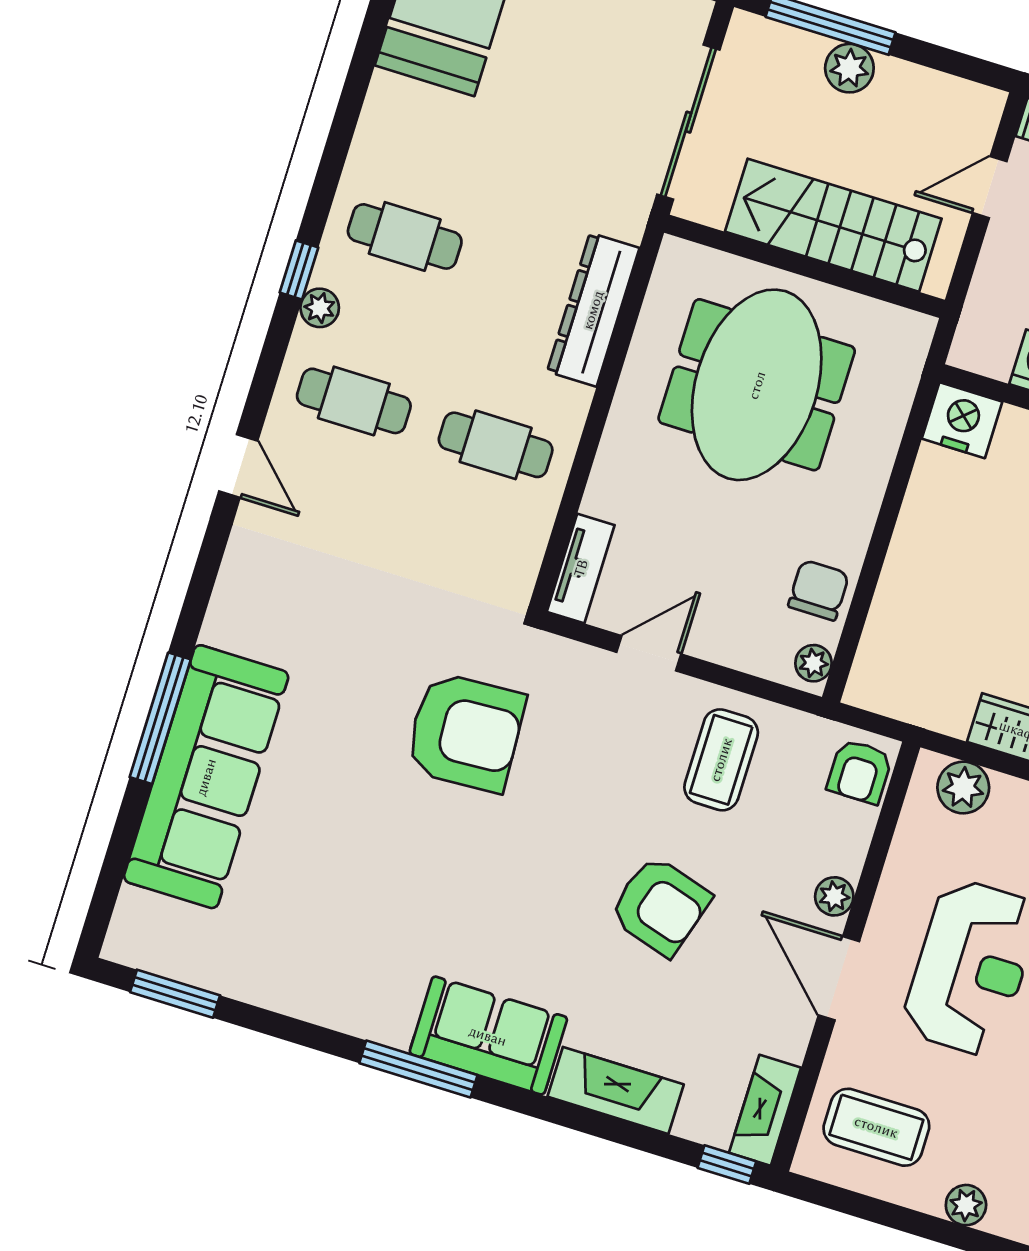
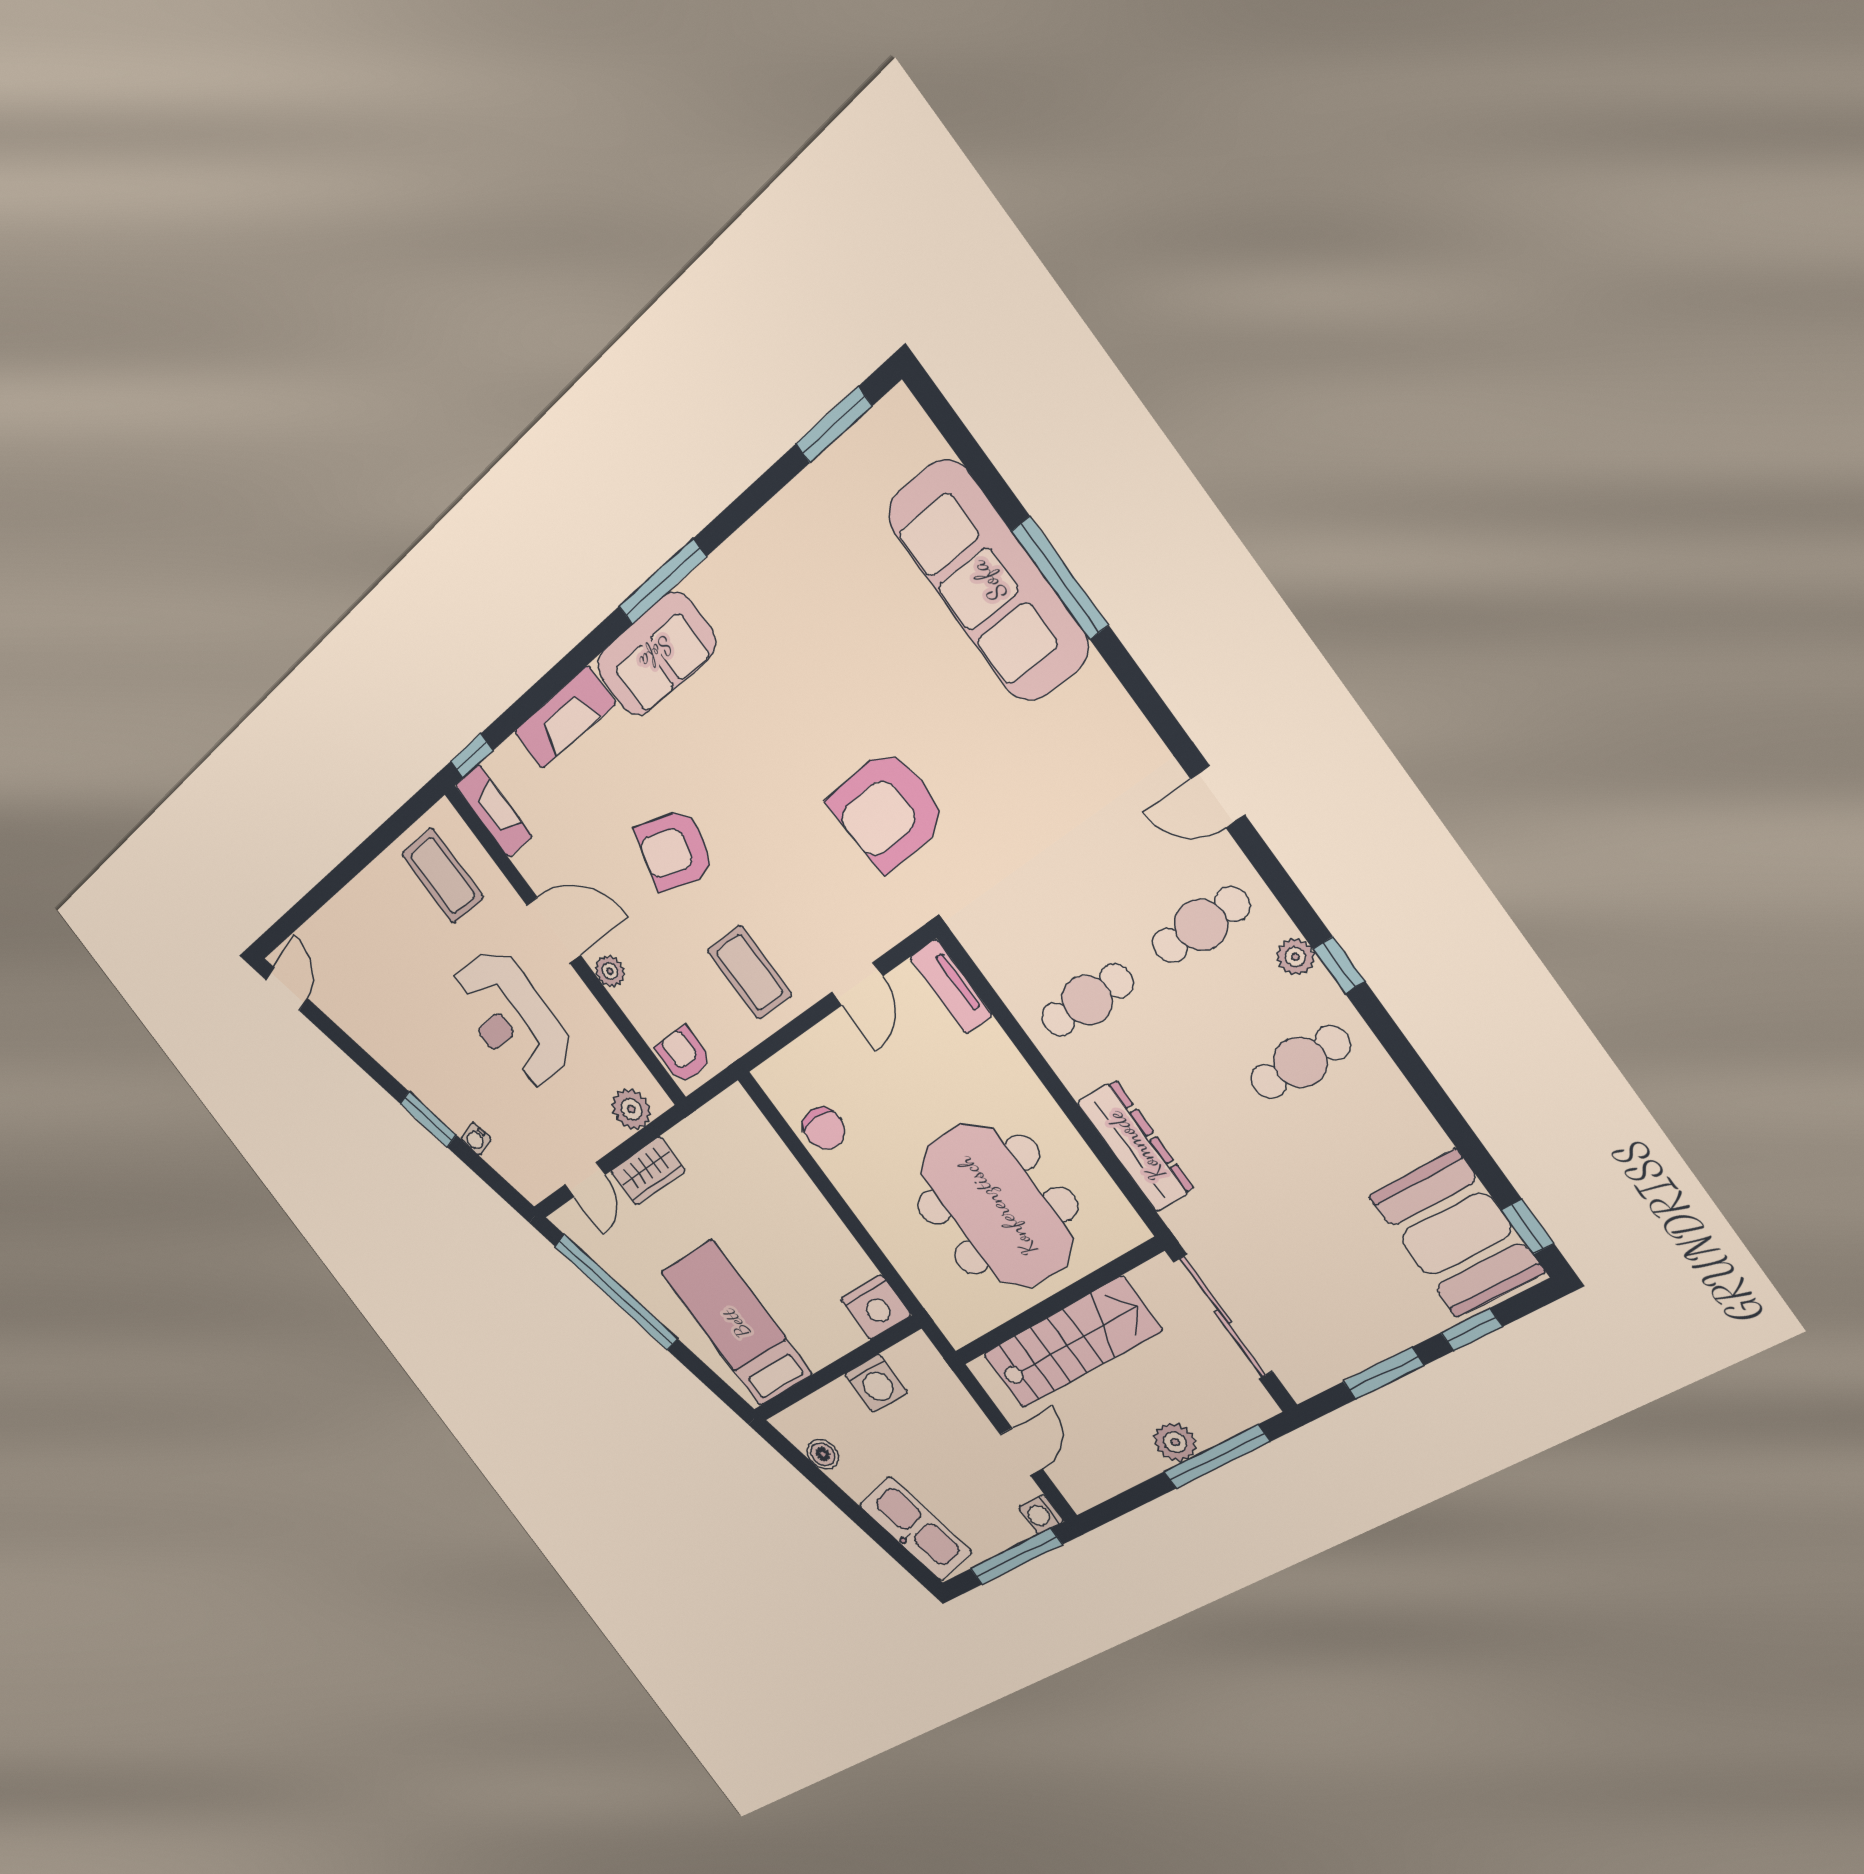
plant: (813, 663) -> (776, 1085), removed
coffee table: (876, 1127) -> (442, 876), turned 90
plant: (966, 1205) -> (362, 892), removed

